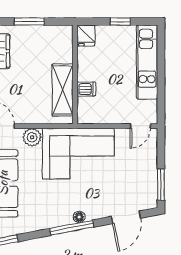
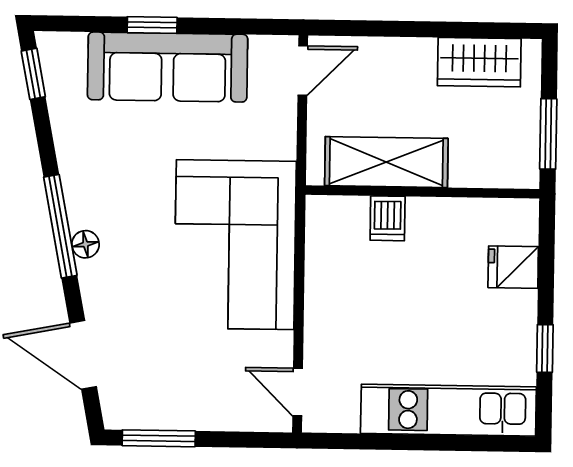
wall: (75, 74) -> (422, 192), moved
dishwasher: (86, 89) -> (388, 218), moved
shelving: (63, 90) -> (386, 162), moved
plant: (32, 137) -> (275, 136), removed

